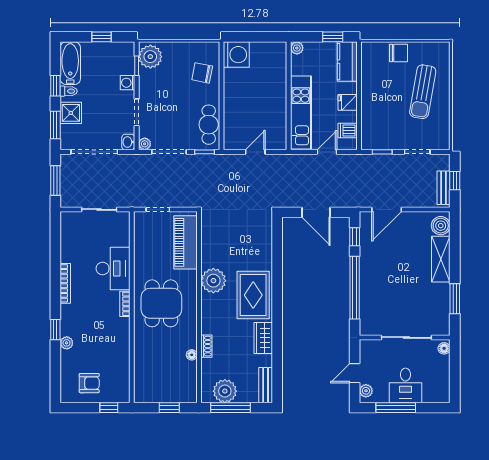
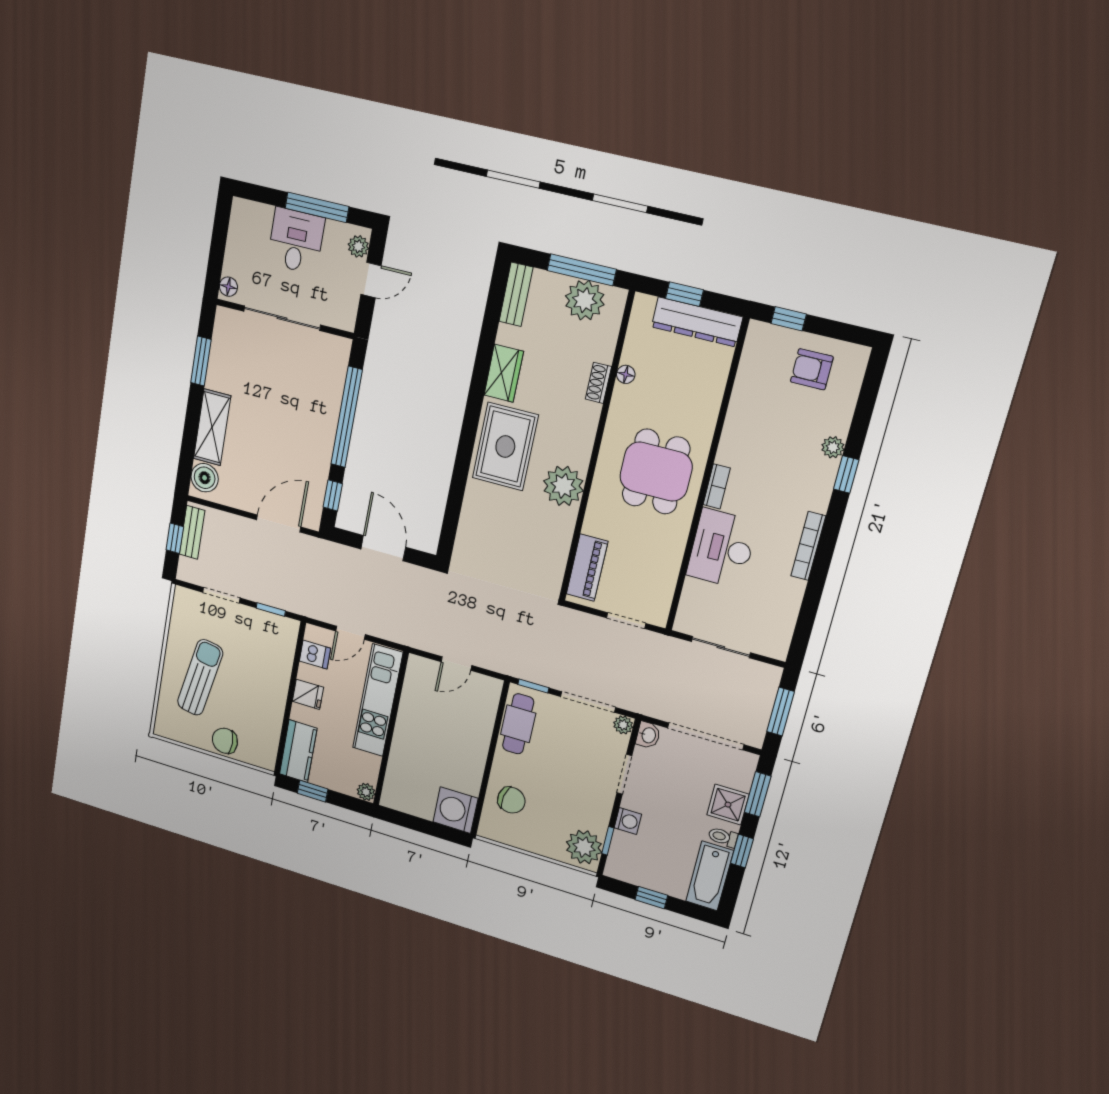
piano: (186, 242) -> (587, 568), width x0.73, depth x0.75
dresser: (159, 394) -> (697, 322), added

